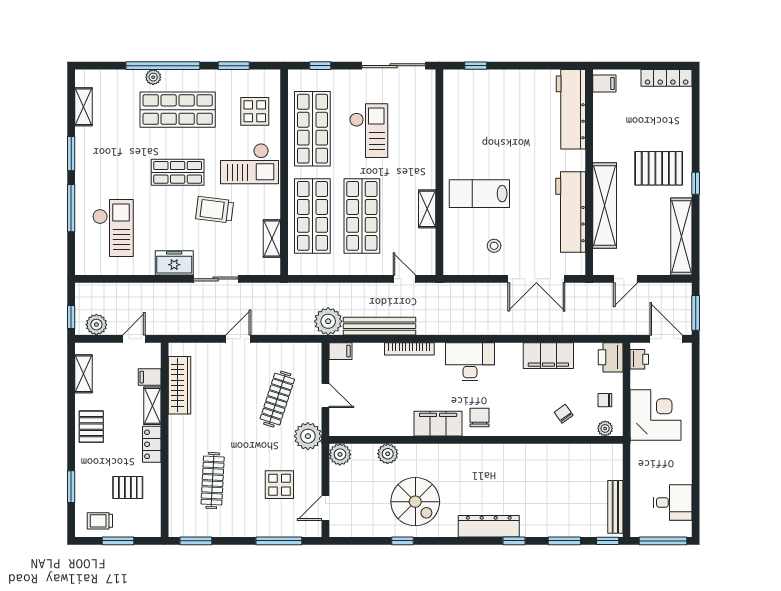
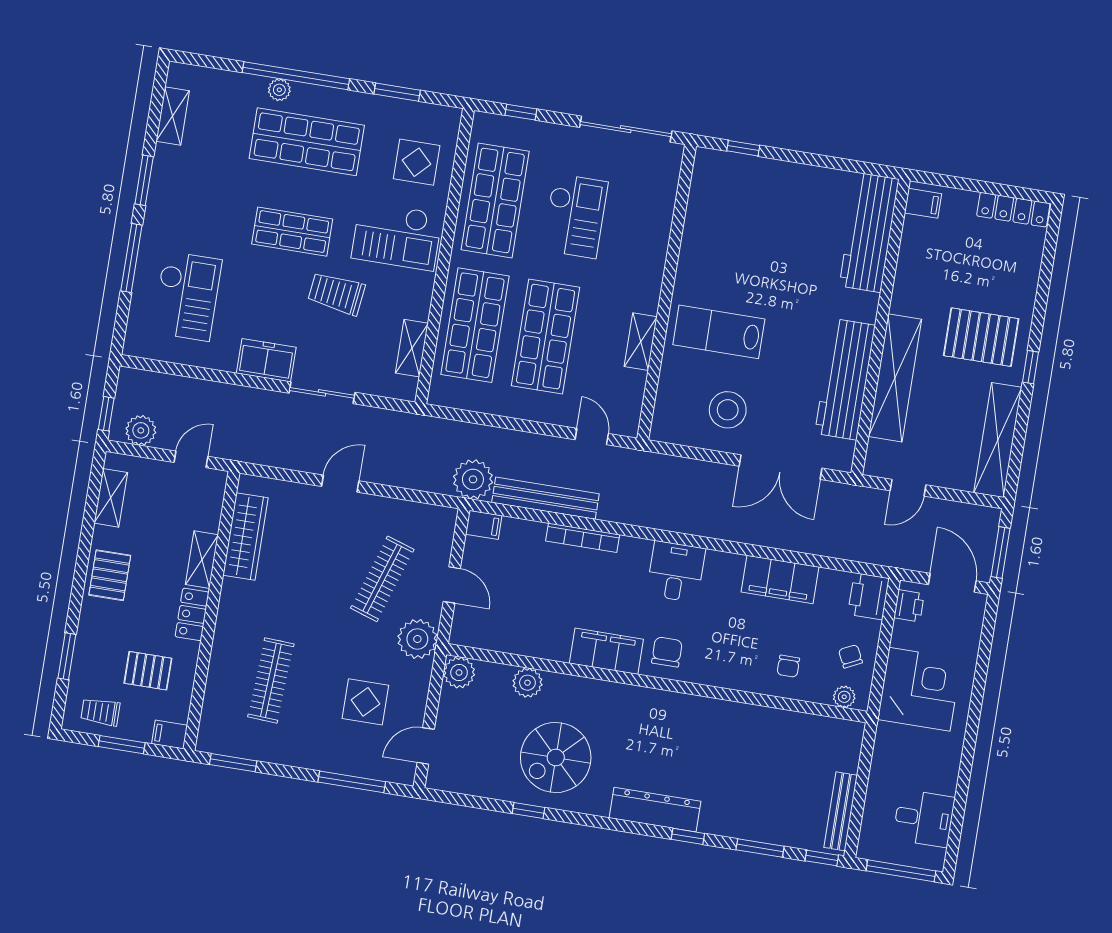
stool: (494, 246) -> (728, 410), width x1.89, depth x1.89
desk: (470, 362) -> (676, 572), width x0.73
filing cabinet: (150, 377) -> (170, 735), moved
chair: (605, 400) -> (850, 656), turned 64
chair: (564, 414) -> (788, 666), turned -144
spiral stairs: (415, 502) -> (556, 757), turned 90

